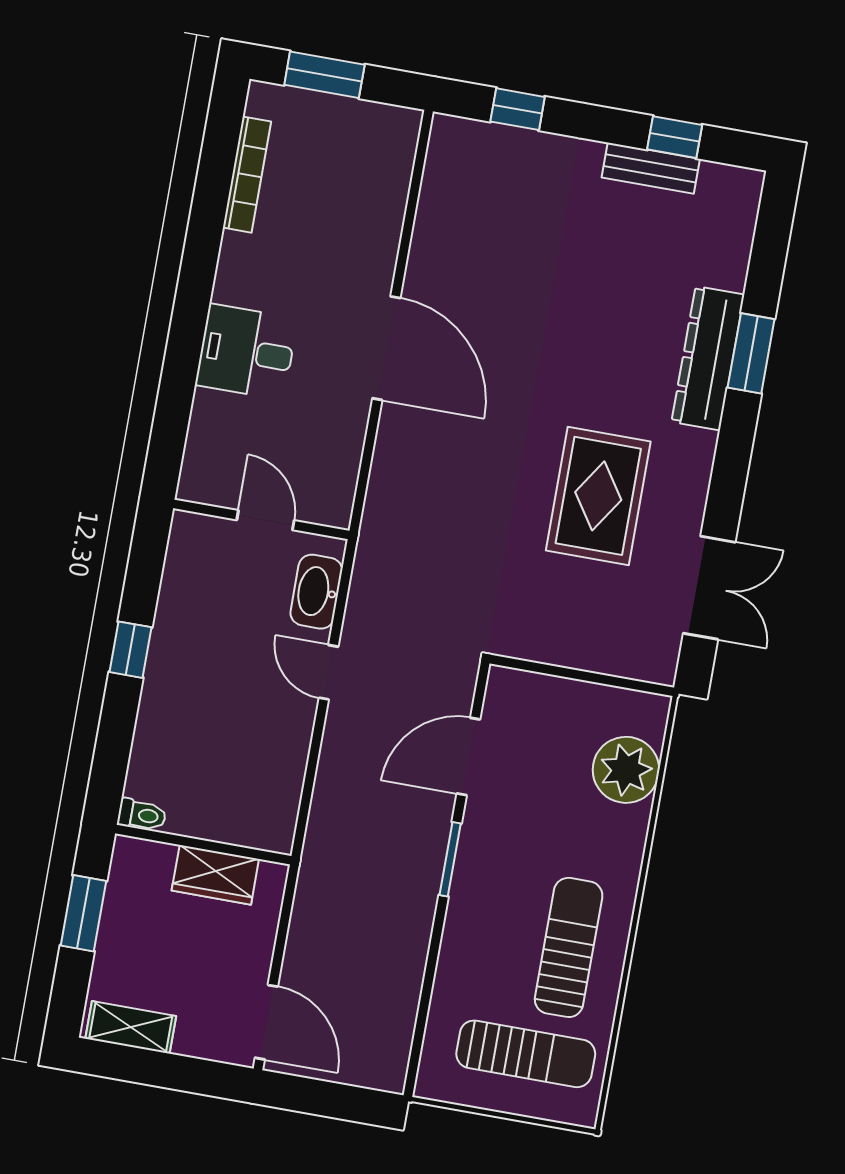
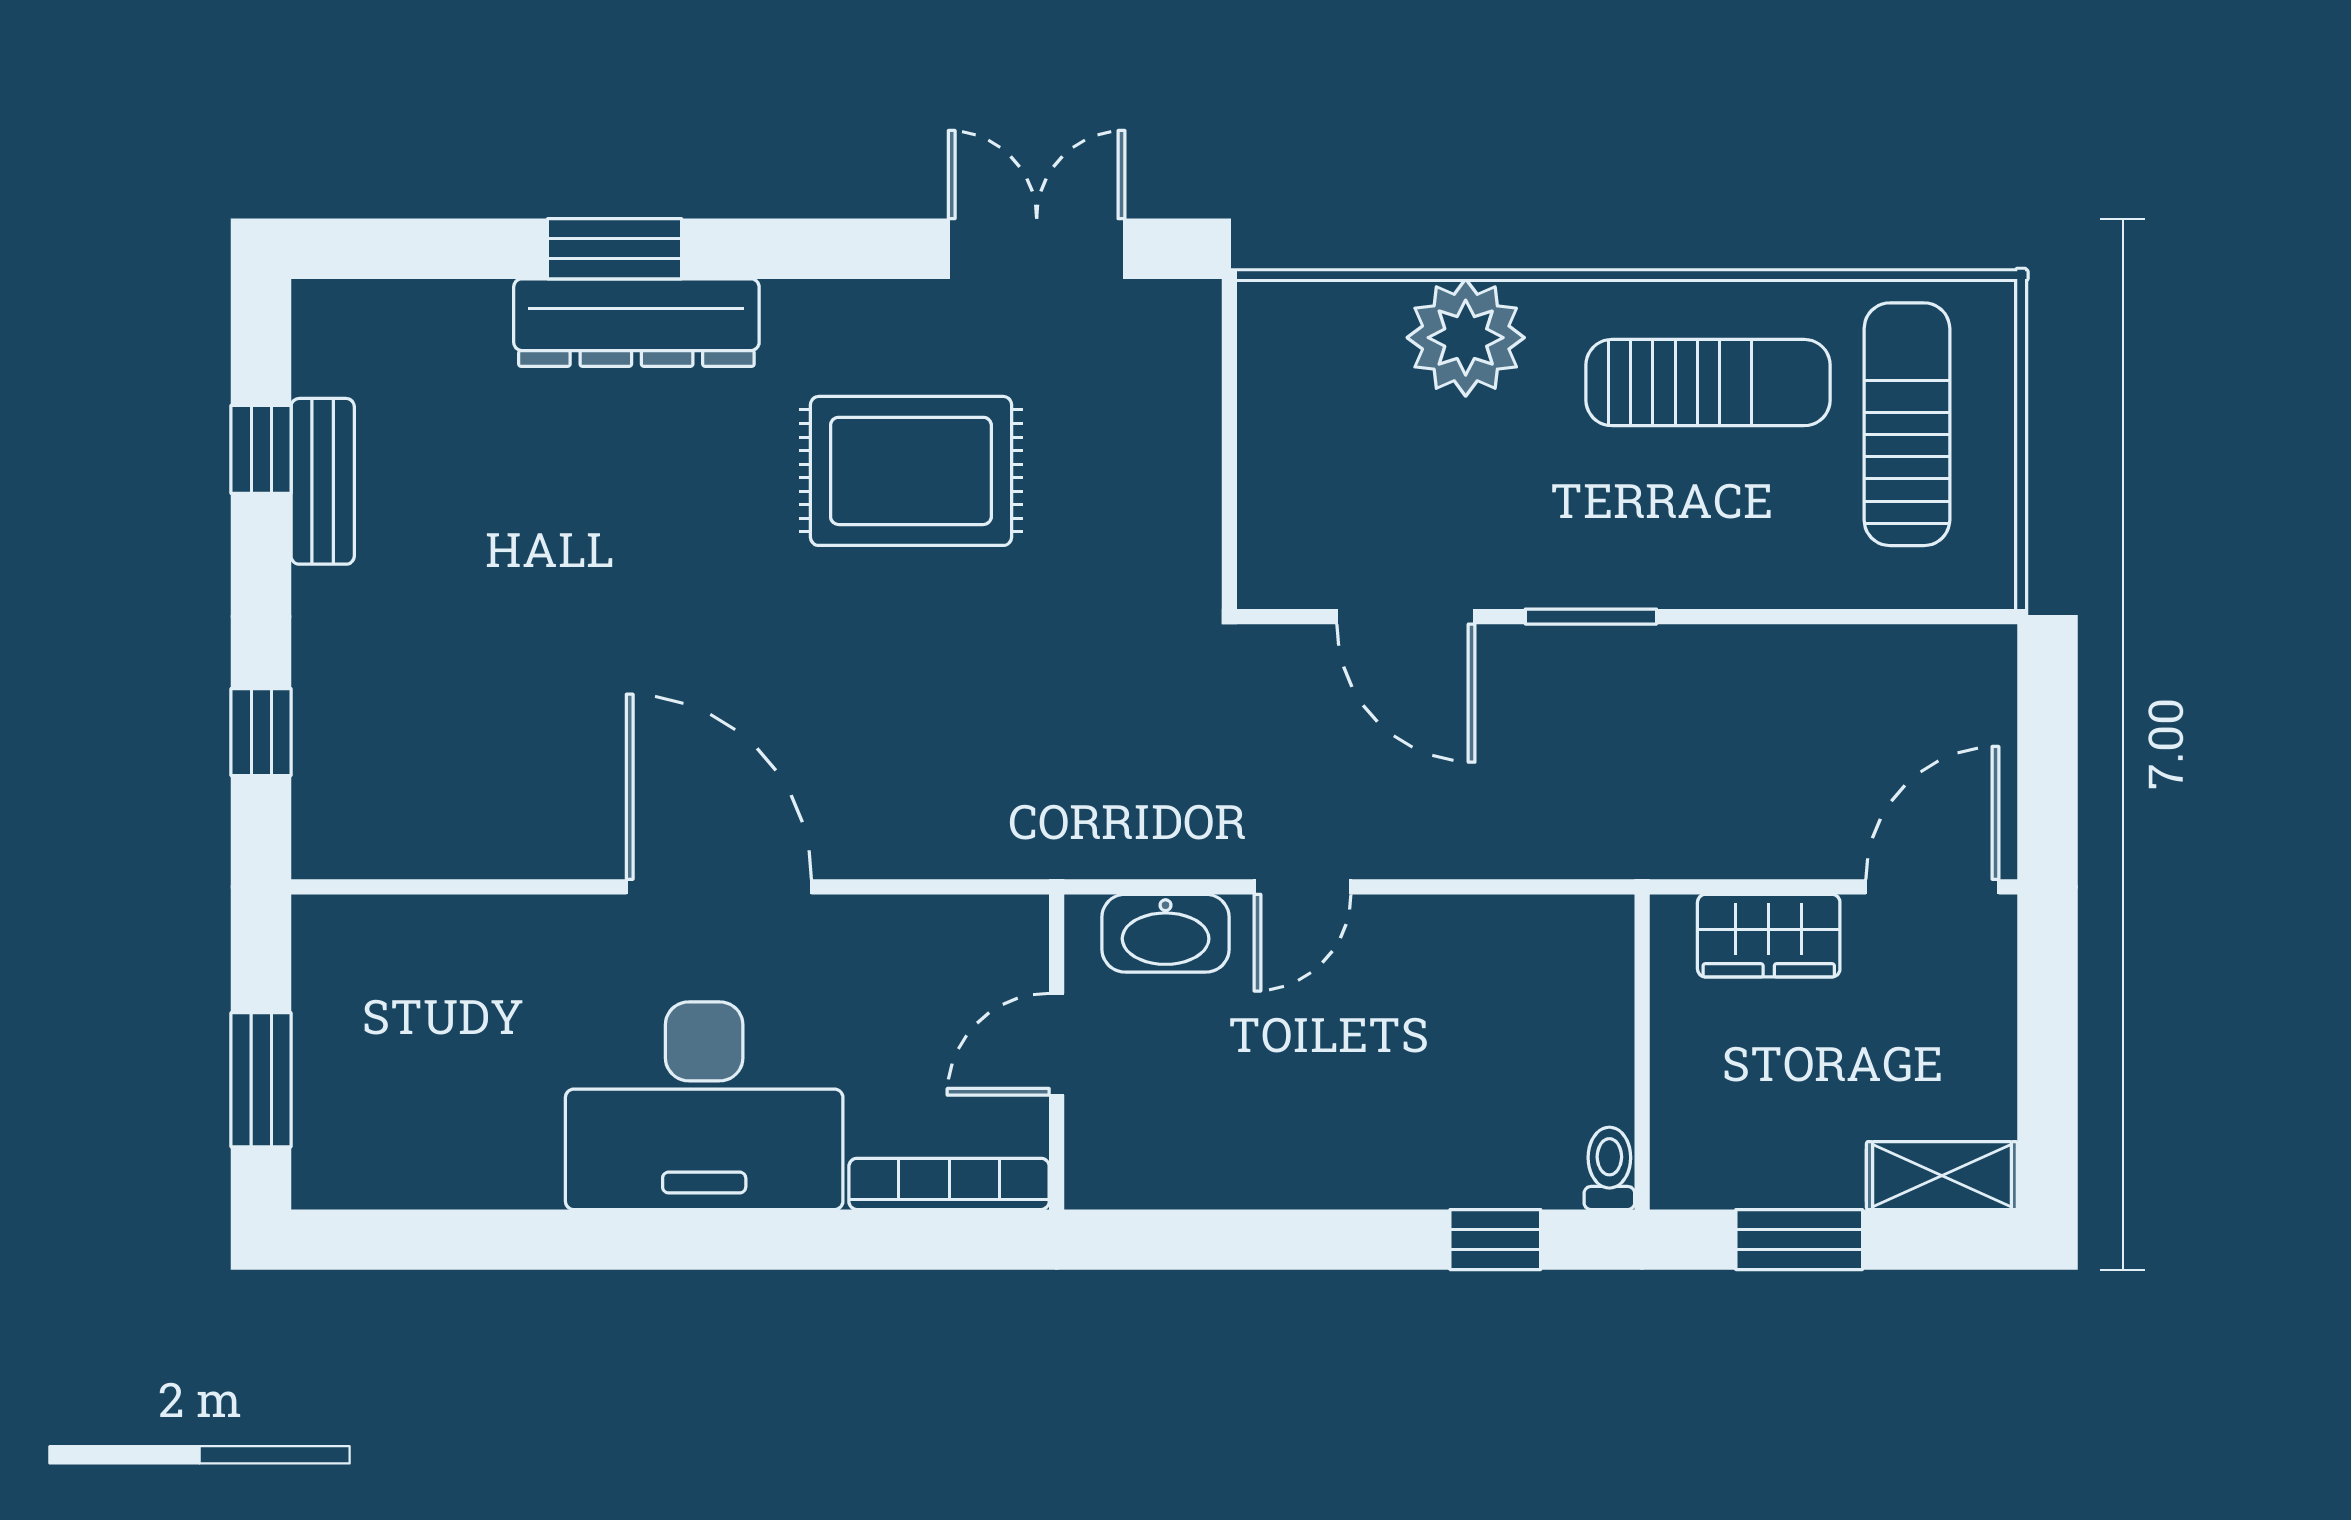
bookcase: (247, 175) -> (949, 1184), moved
door: (386, 348) -> (719, 887), hinge flipped
desk: (246, 352) -> (704, 1106), width x1.87, depth x1.30
window: (130, 650) -> (1495, 1240), moved
plant: (626, 770) -> (1466, 338), moved
wardrobe: (215, 875) -> (1769, 936), moved, turned 90
sun lounger: (569, 947) -> (1708, 383), turned 180
shelving: (131, 1027) -> (1942, 1176), moved, turned 90

